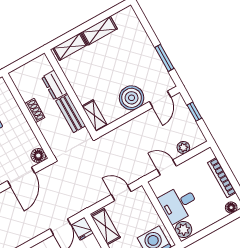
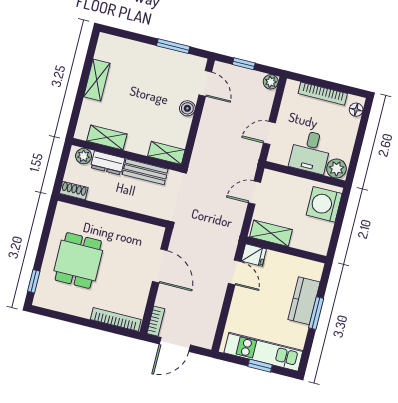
shelving: (70, 47) -> (107, 137), moved, turned 90
plant: (45, 66) -> (84, 156), added
boiler: (132, 98) -> (187, 108), width x0.54, depth x0.54
shoe rack: (35, 111) -> (74, 190), moved
plant: (183, 147) -> (271, 82), moved
floor lamp: (38, 156) -> (155, 234), removed

